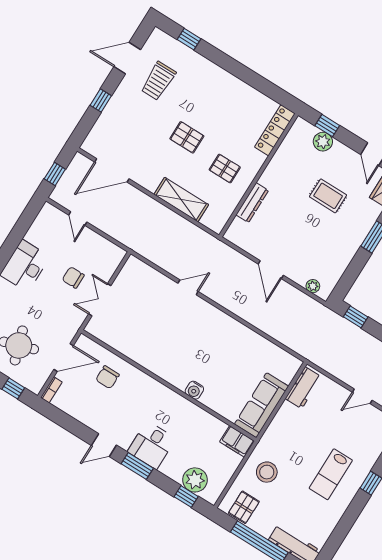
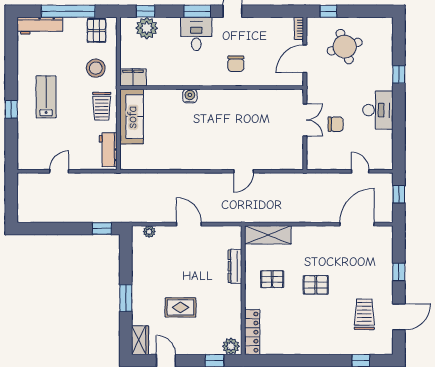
plant: (323, 142) -> (231, 346), moved
shelving: (181, 200) -> (268, 235), moved
chair: (107, 377) -> (236, 64), moved, turned 180
trolley: (284, 433) -> (102, 106), added

